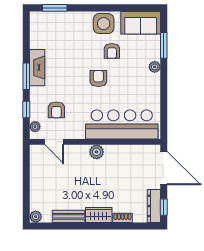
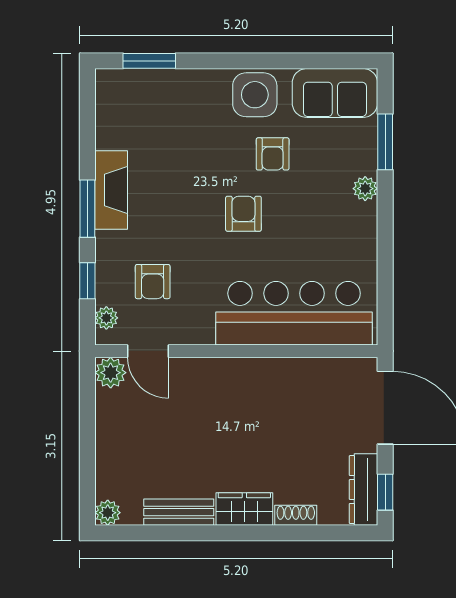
plant: (97, 152) -> (111, 373), moved

